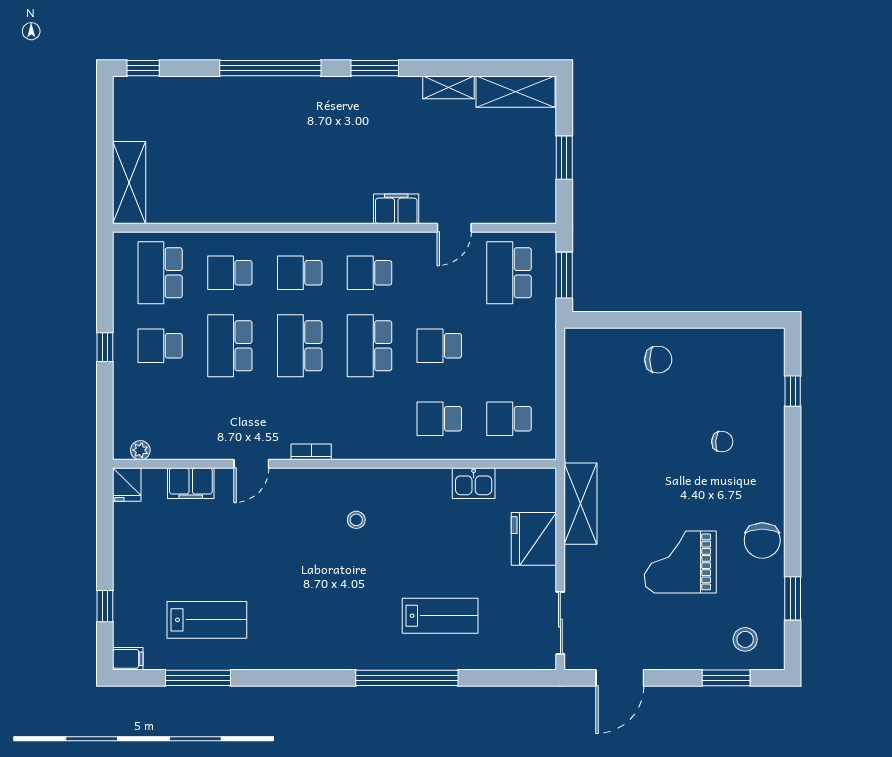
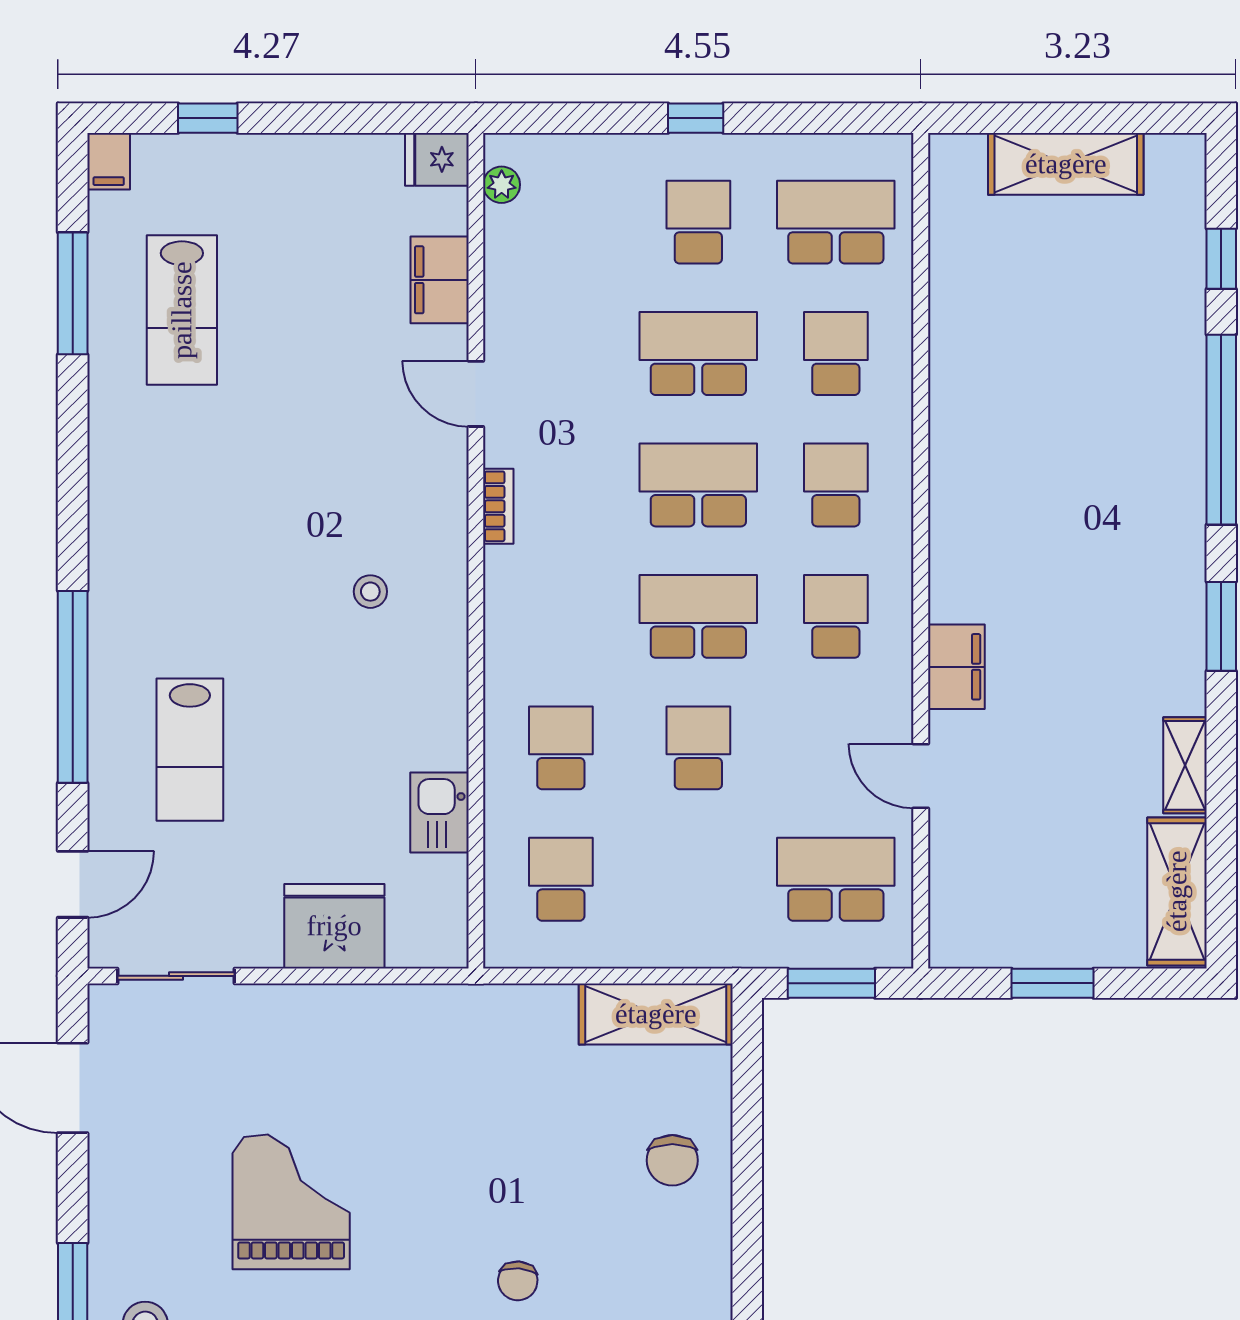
window: (143, 68) -> (1221, 259), moved
shelving: (129, 183) -> (1066, 164), moved
shelving: (581, 504) -> (656, 1014), moved
door: (512, 678) -> (73, 884), added

